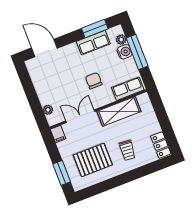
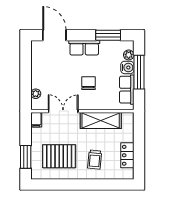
row of seats: (93, 43) -> (84, 48), moved
row of seats: (128, 89) -> (127, 90), moved, turned -90
locker: (161, 145) -> (127, 155), moved

